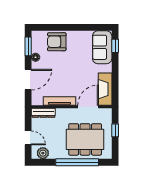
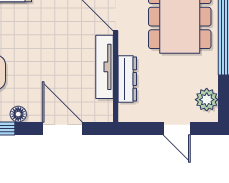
dresser: (43, 113) -> (127, 79), moved
door: (28, 138) -> (177, 129), swing flipped

